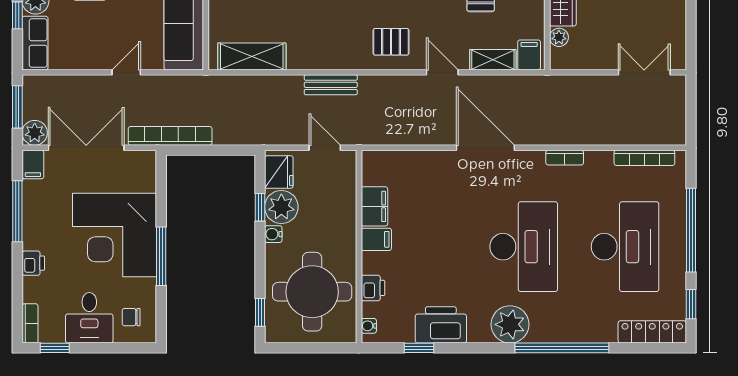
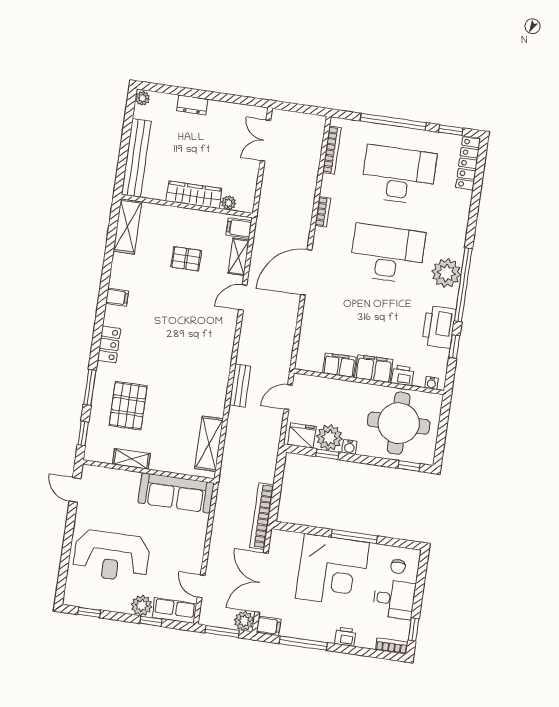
pallet: (391, 42) -> (213, 334), removed
door: (126, 72) -> (201, 586), moved
filing cabinet: (376, 239) -> (374, 369), width x2.00
window: (562, 348) -> (463, 285), moved

